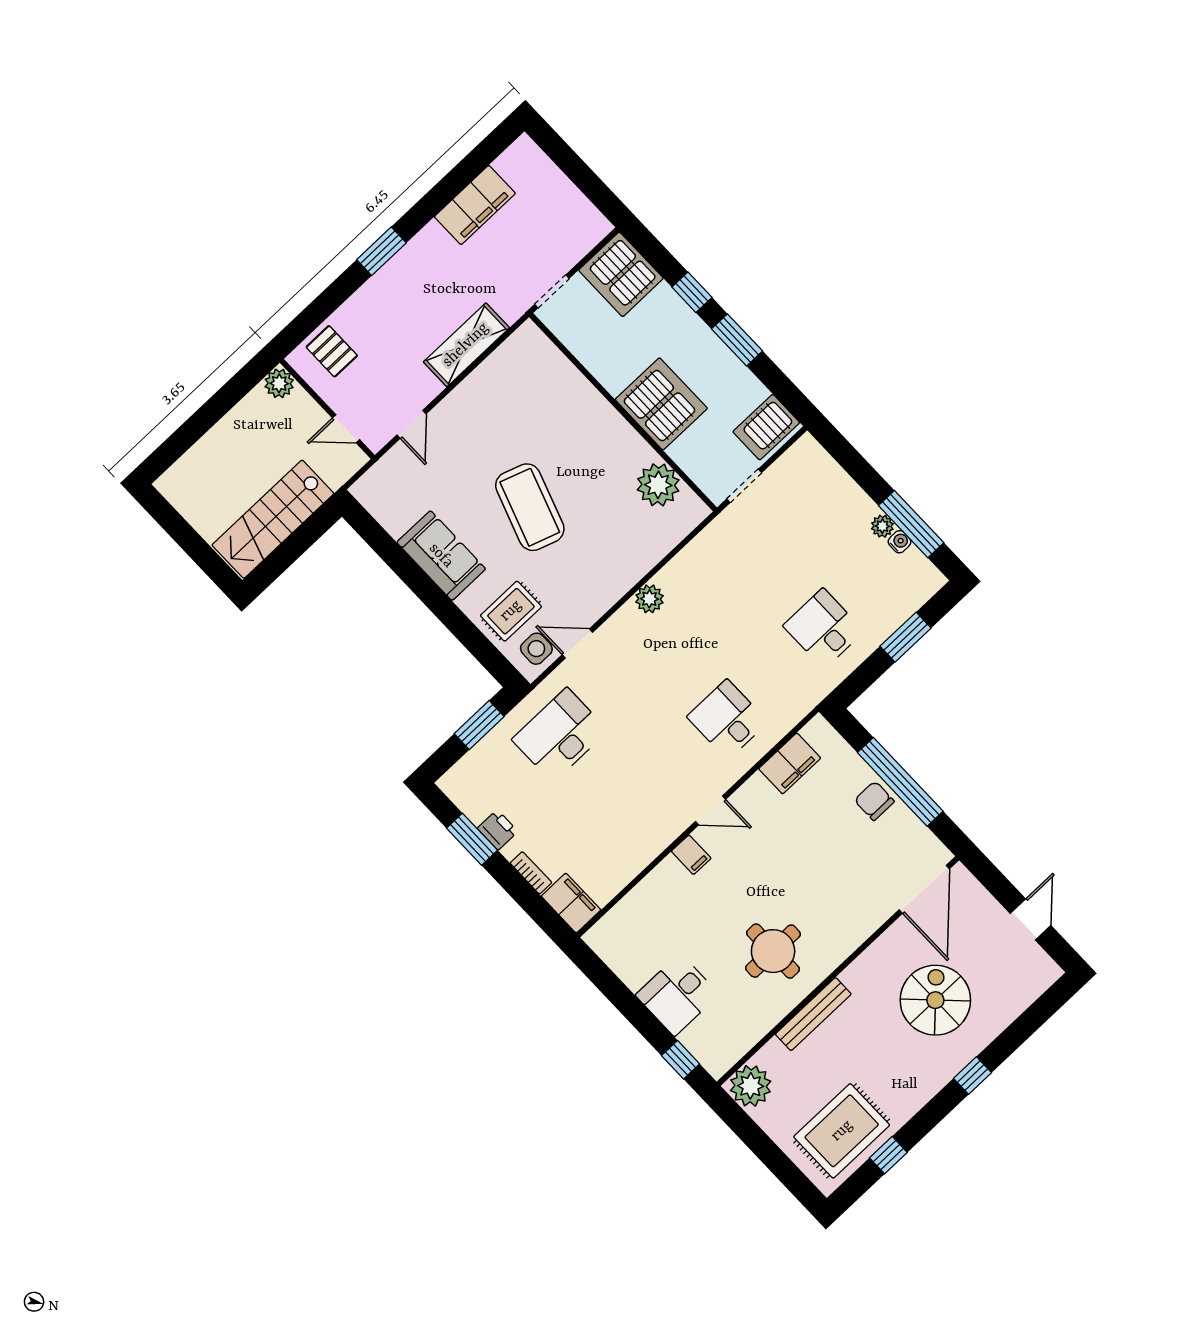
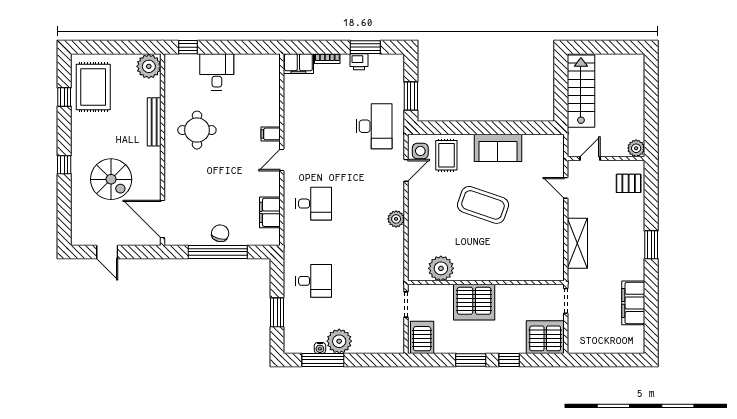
plant: (882, 526) -> (339, 341), width x1.88, depth x1.88
chair: (874, 801) -> (220, 233), turned -75

